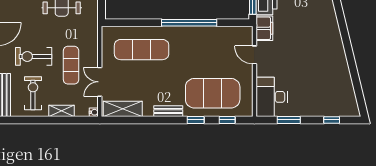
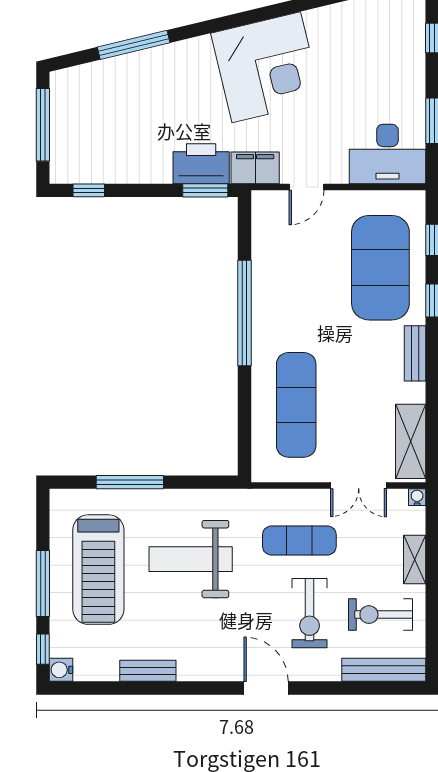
corner desk: (316, 34) -> (266, 67), added
exercise mat: (71, 65) -> (299, 541), moved

